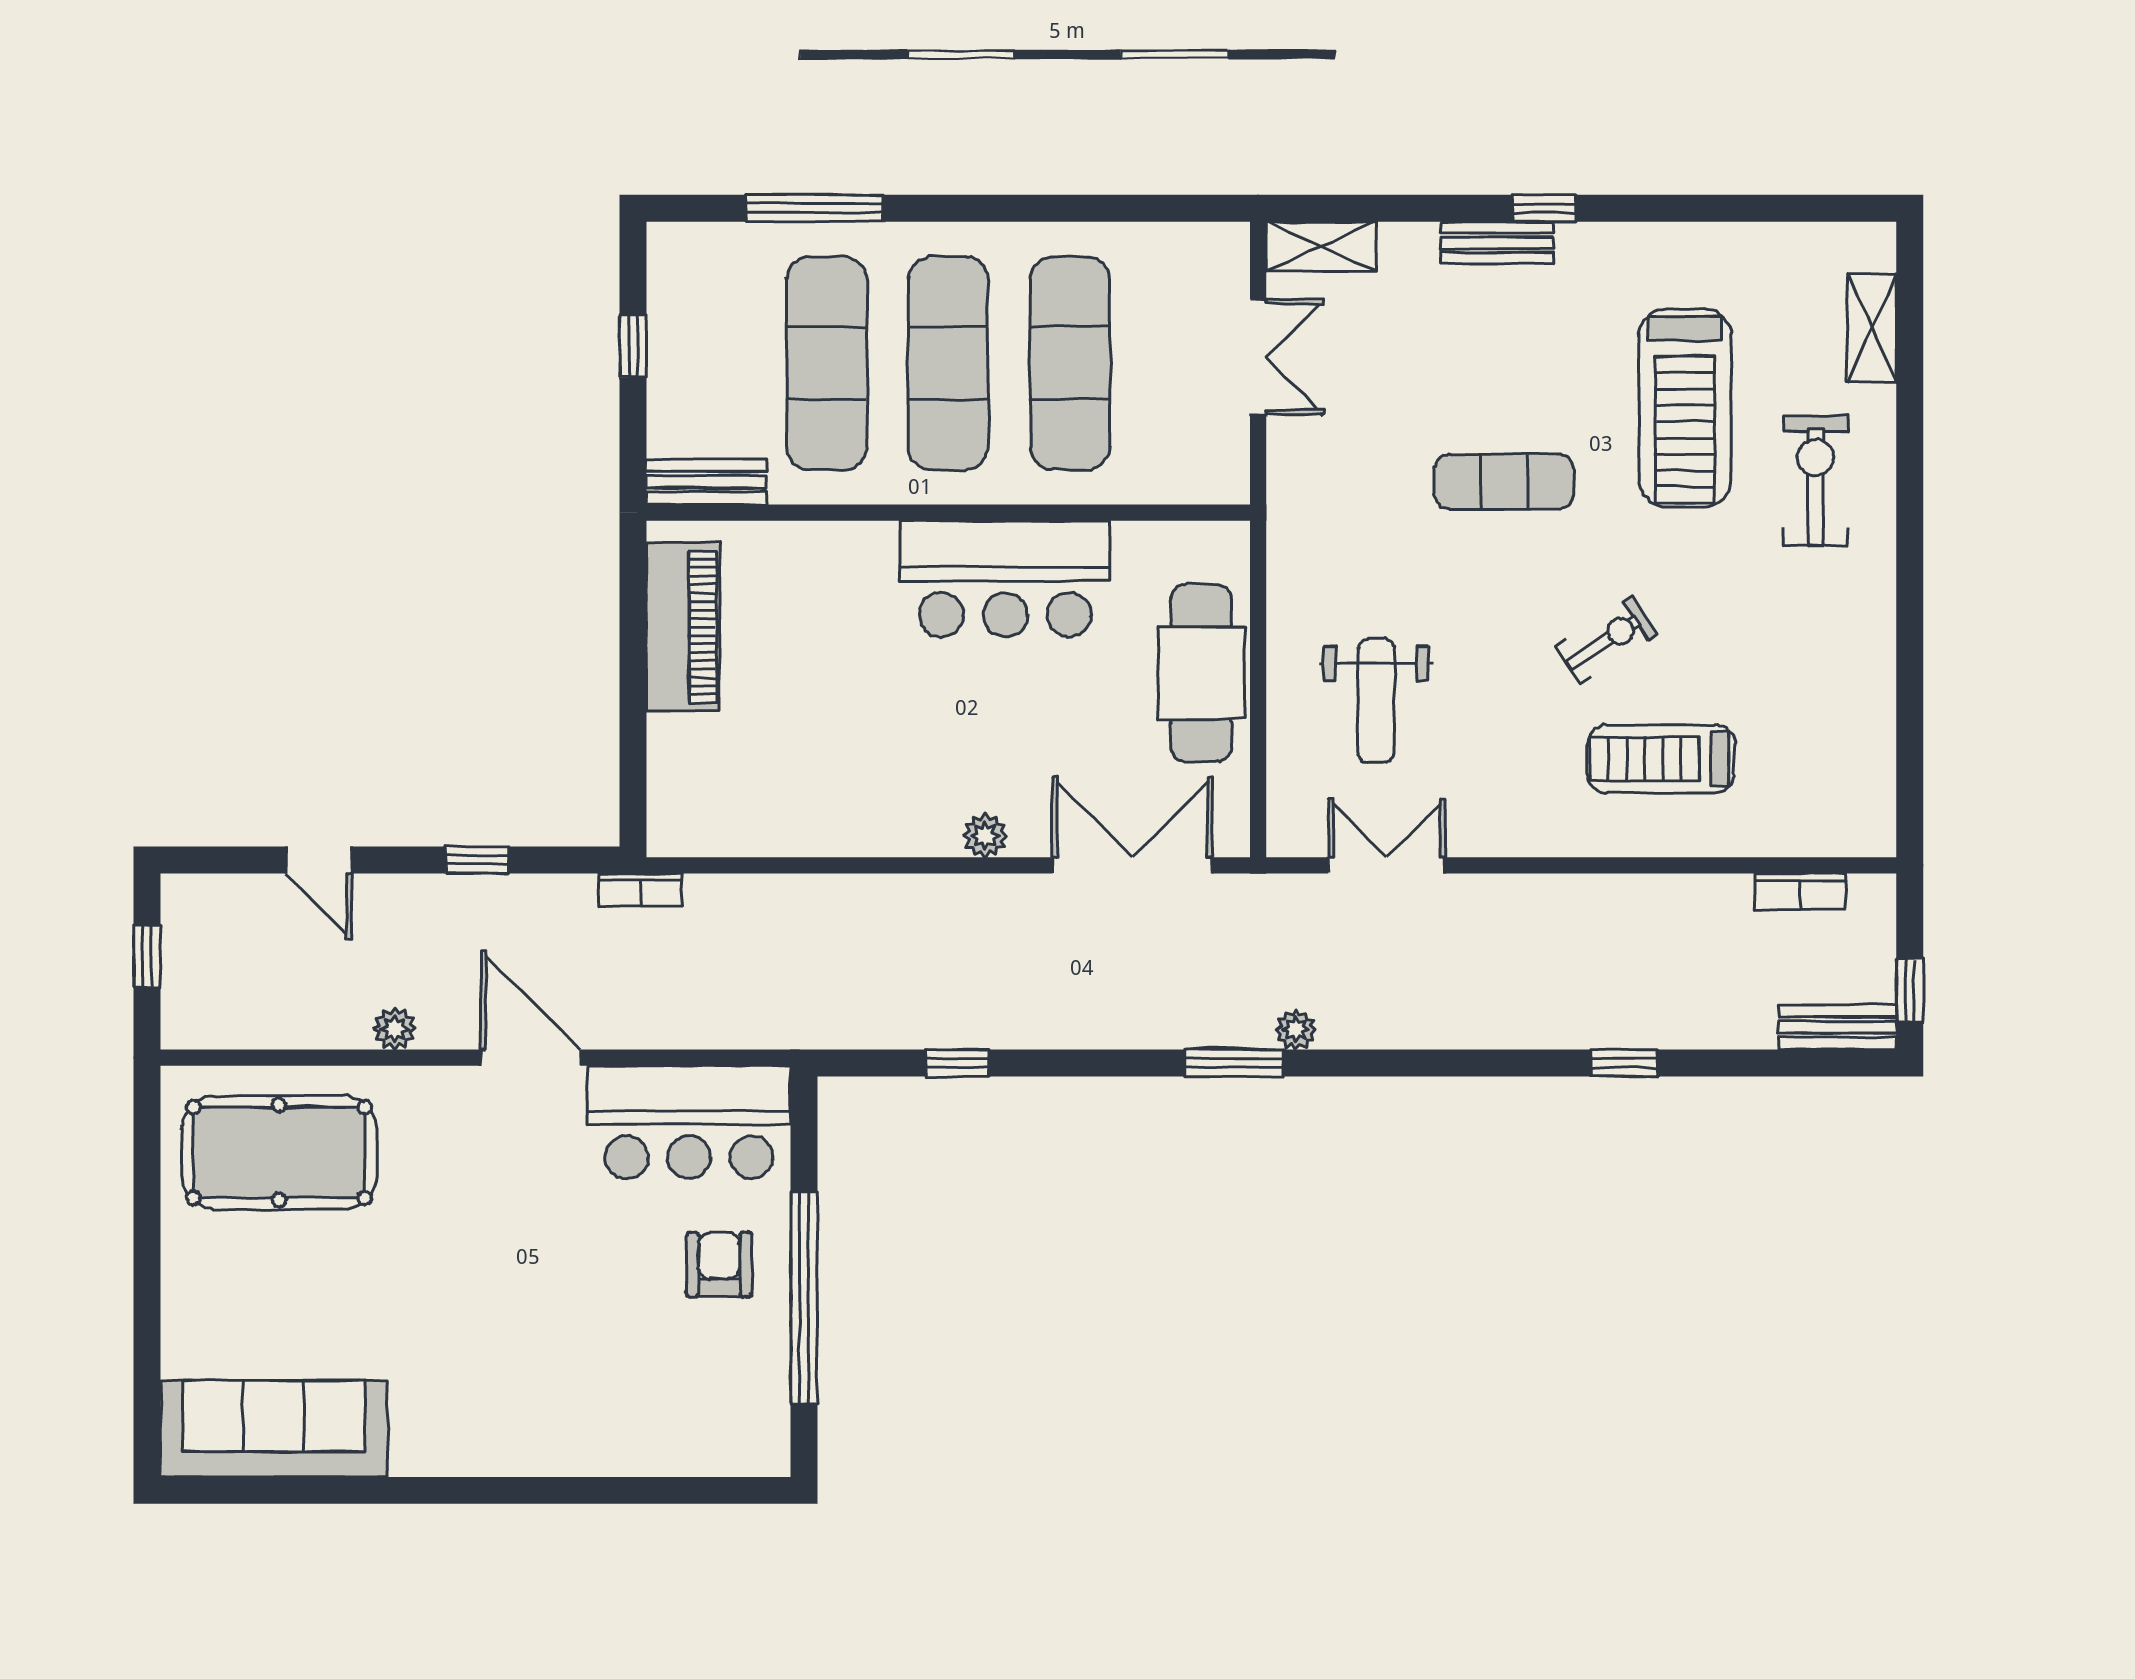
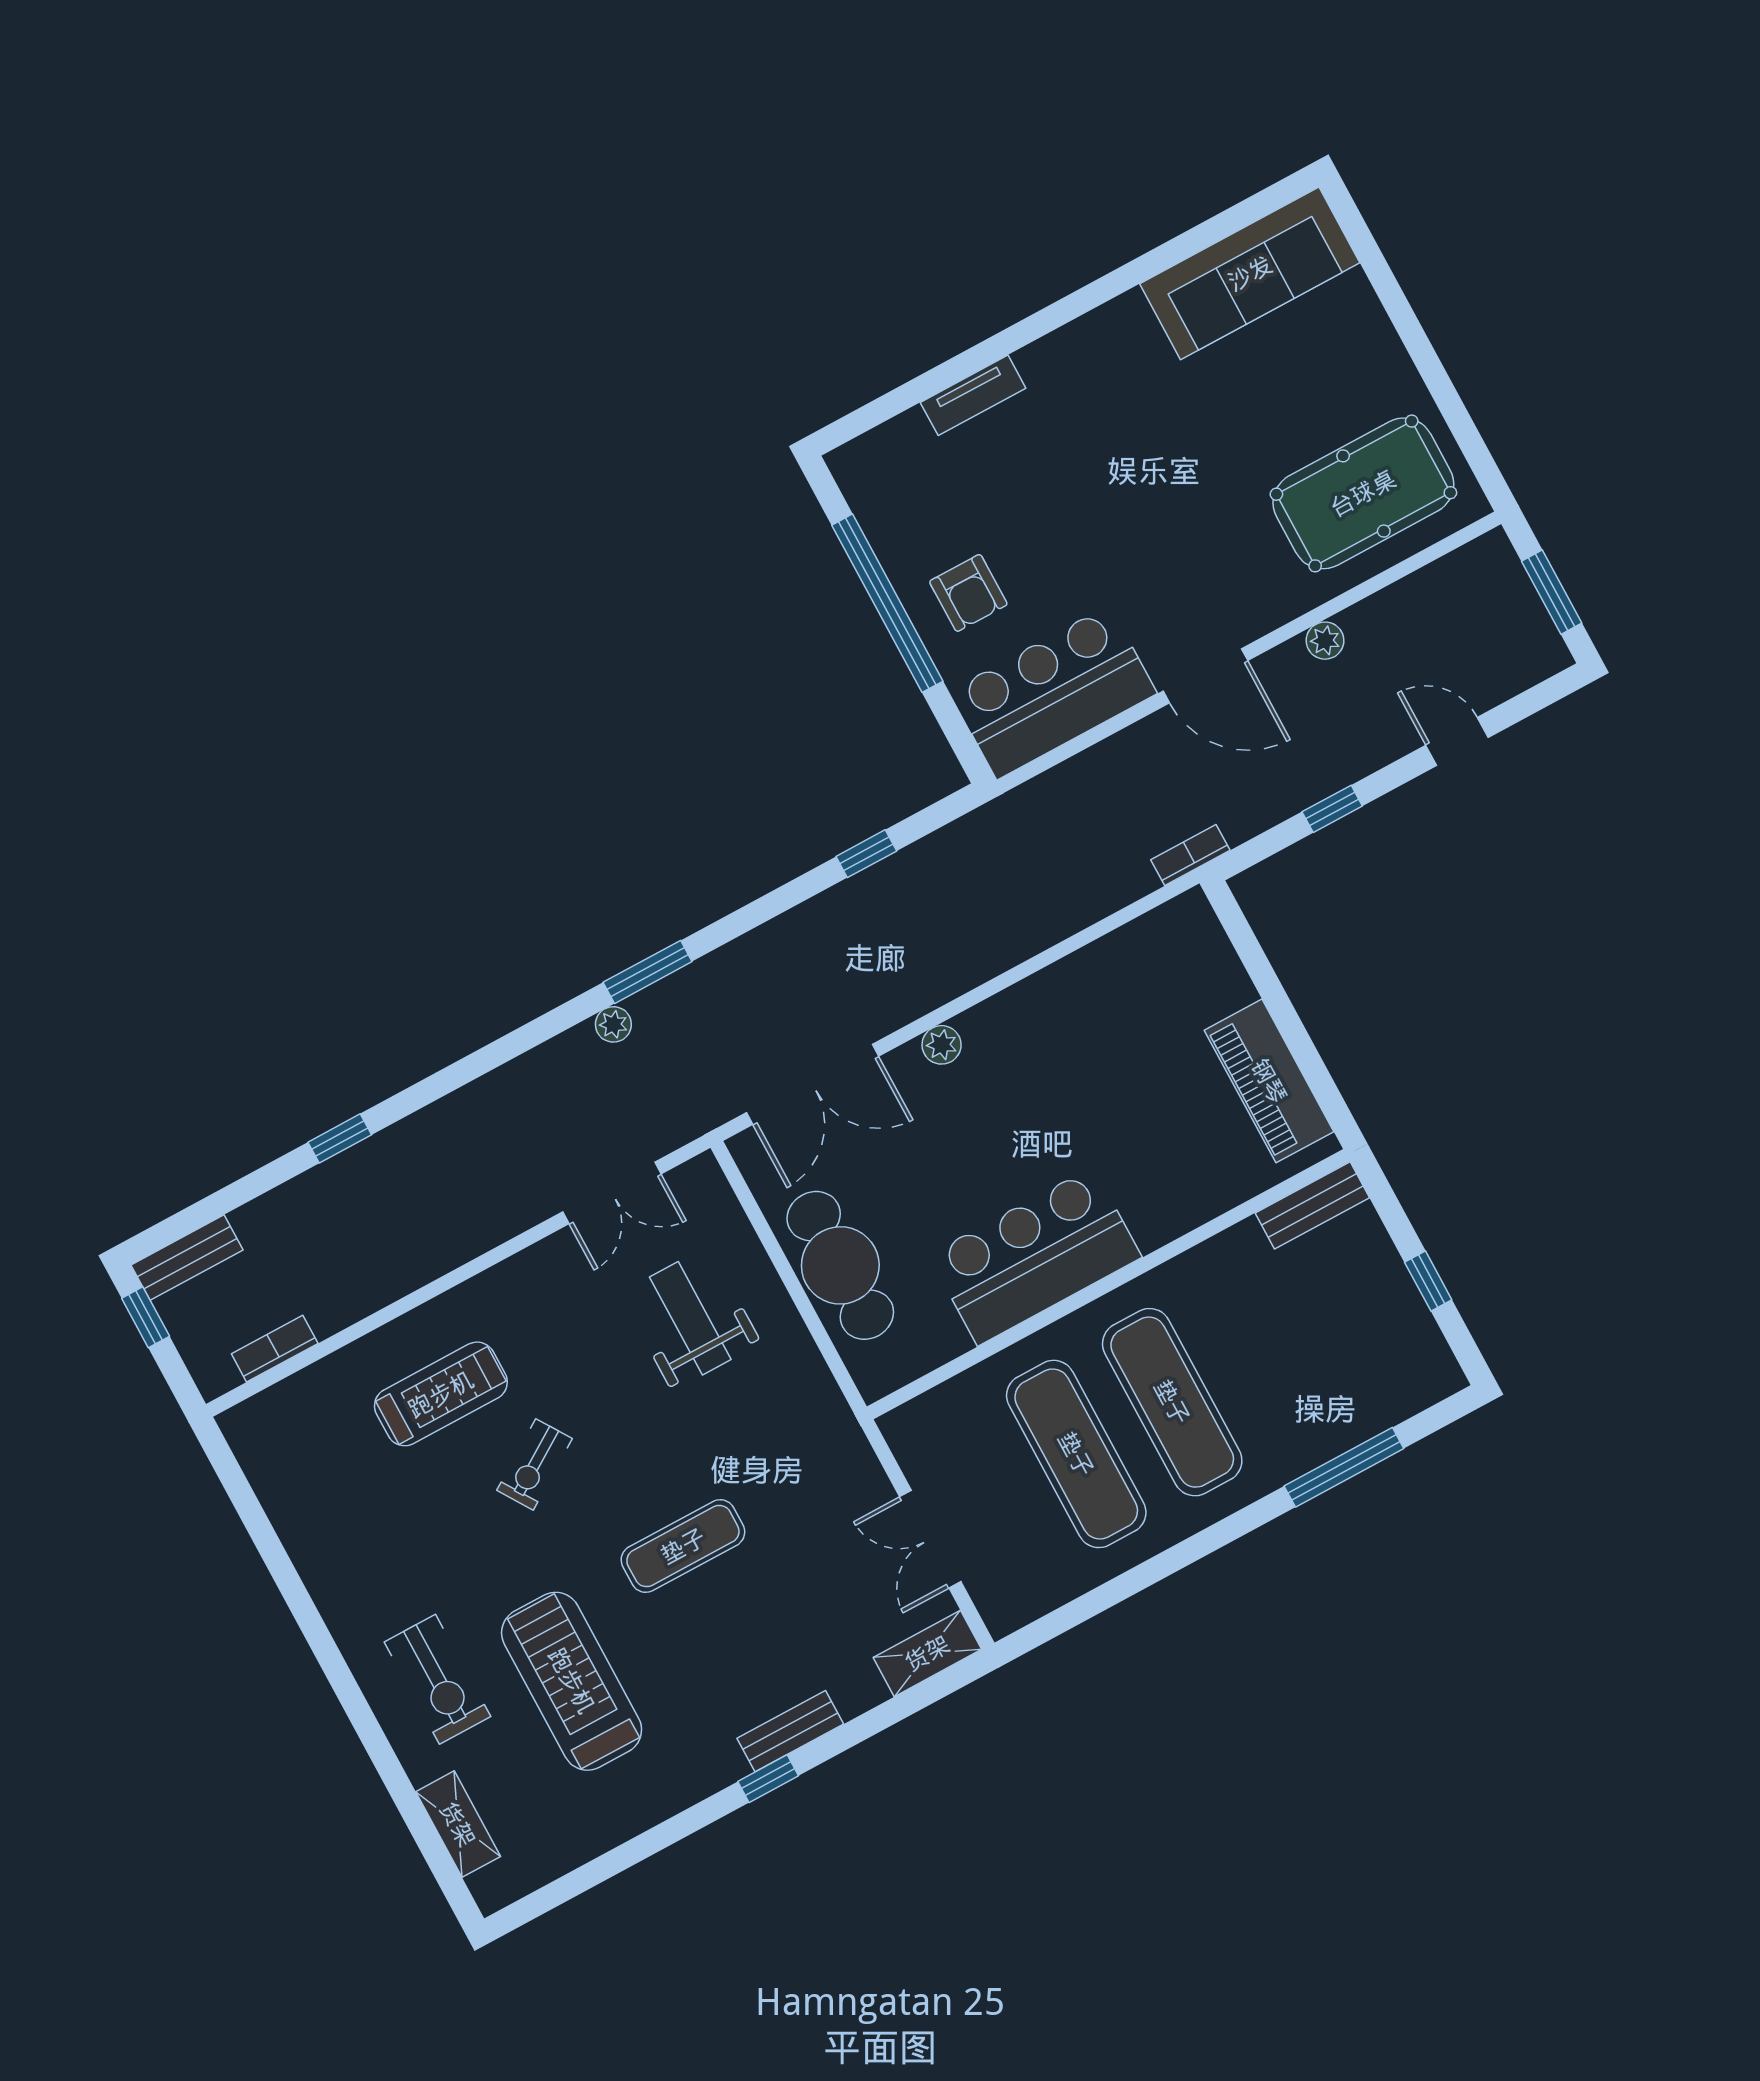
exercise mat: (827, 363) -> (1268, 1350), removed
window: (147, 956) -> (1552, 592), width x1.50
tv unit: (610, 1456) -> (973, 395), added

